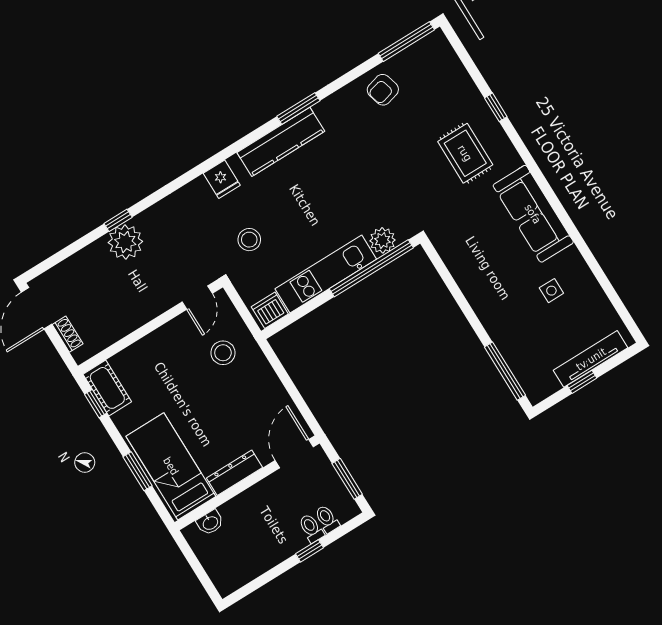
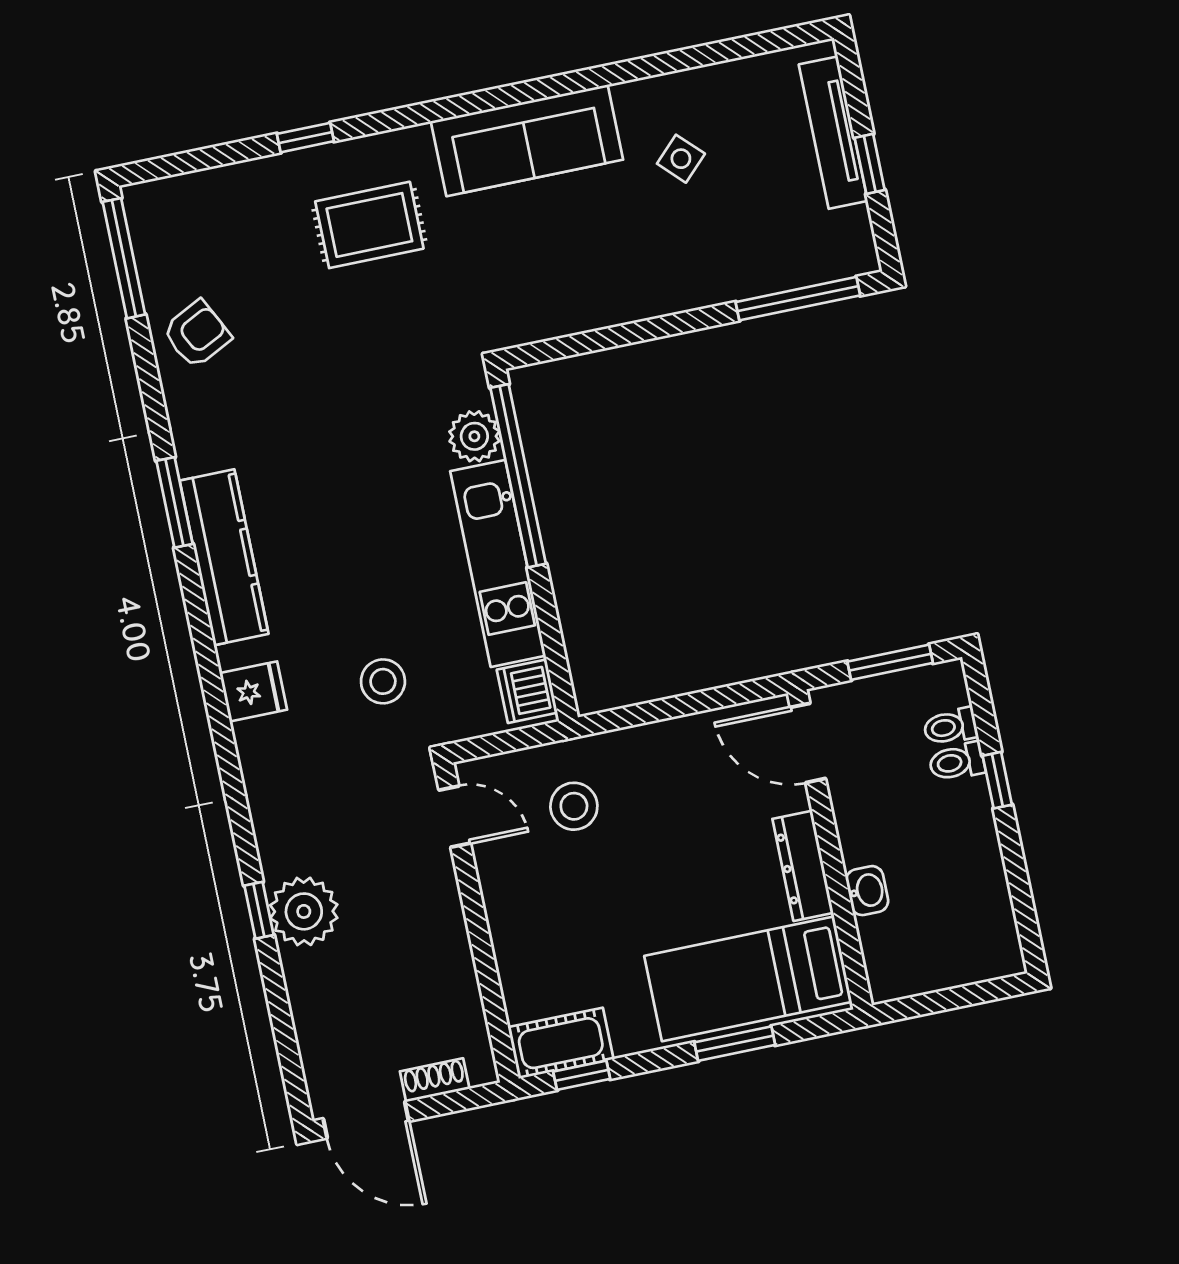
armchair: (383, 90) -> (197, 334), turned -102
side table: (551, 291) -> (681, 159), turned 45
washbasin: (210, 523) -> (867, 891), moved

